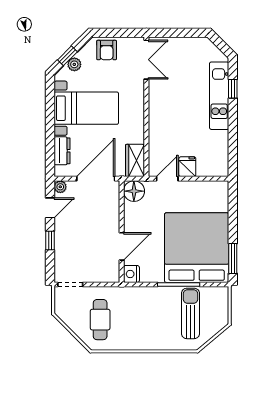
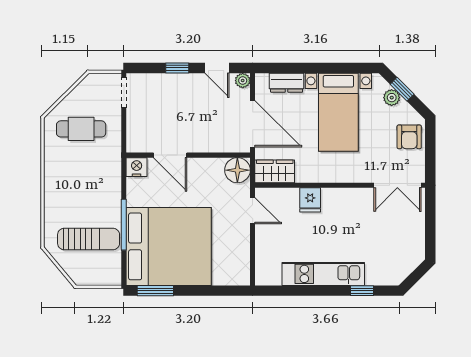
armchair: (107, 50) -> (409, 137), turned -90
kitchen unit: (219, 96) -> (323, 274), moved
fridge: (187, 167) -> (310, 200), moved, turned 90

